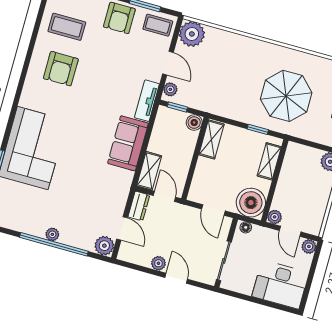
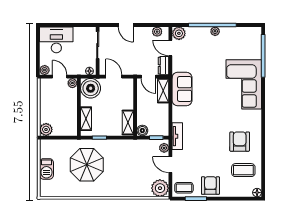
sofa: (128, 143) -> (182, 89), moved
plant: (158, 263) -> (157, 32), moved

